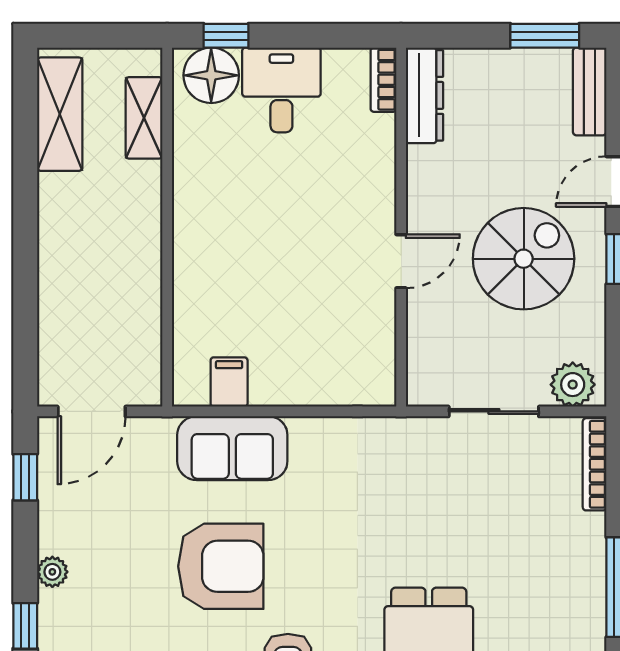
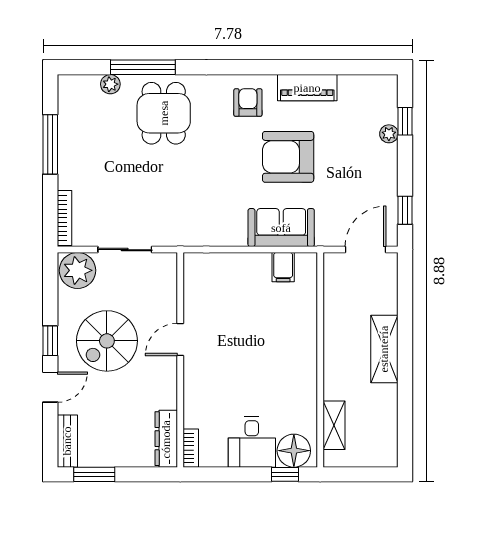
shelving: (60, 114) -> (384, 349), moved
plant: (573, 385) -> (78, 270), width x1.36, depth x1.36
plant: (52, 572) -> (389, 134), moved

